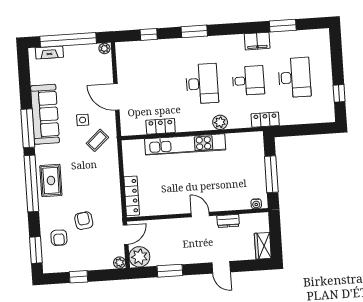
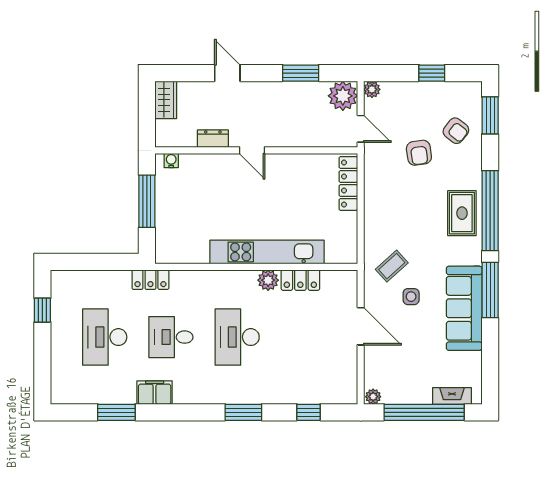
plant: (220, 122) -> (268, 280), moved
door: (126, 235) -> (361, 129), swing flipped
armchair: (59, 238) -> (456, 131), turned 128

